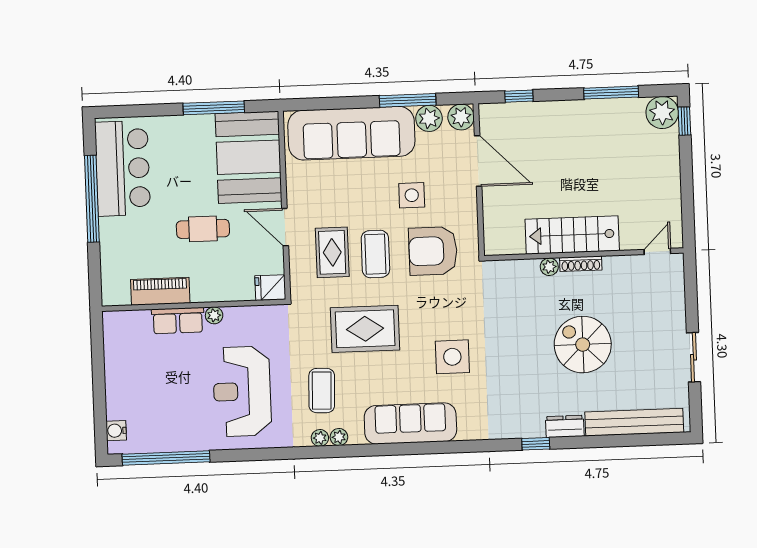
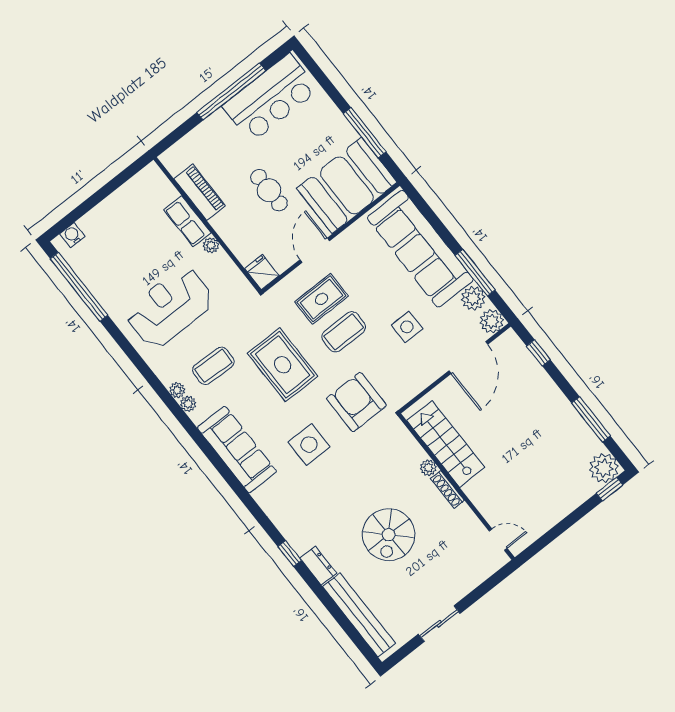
stairs: (572, 235) -> (446, 444), moved
armchair: (433, 251) -> (357, 402), moved
spiral stairs: (583, 345) -> (389, 535), turned 180

